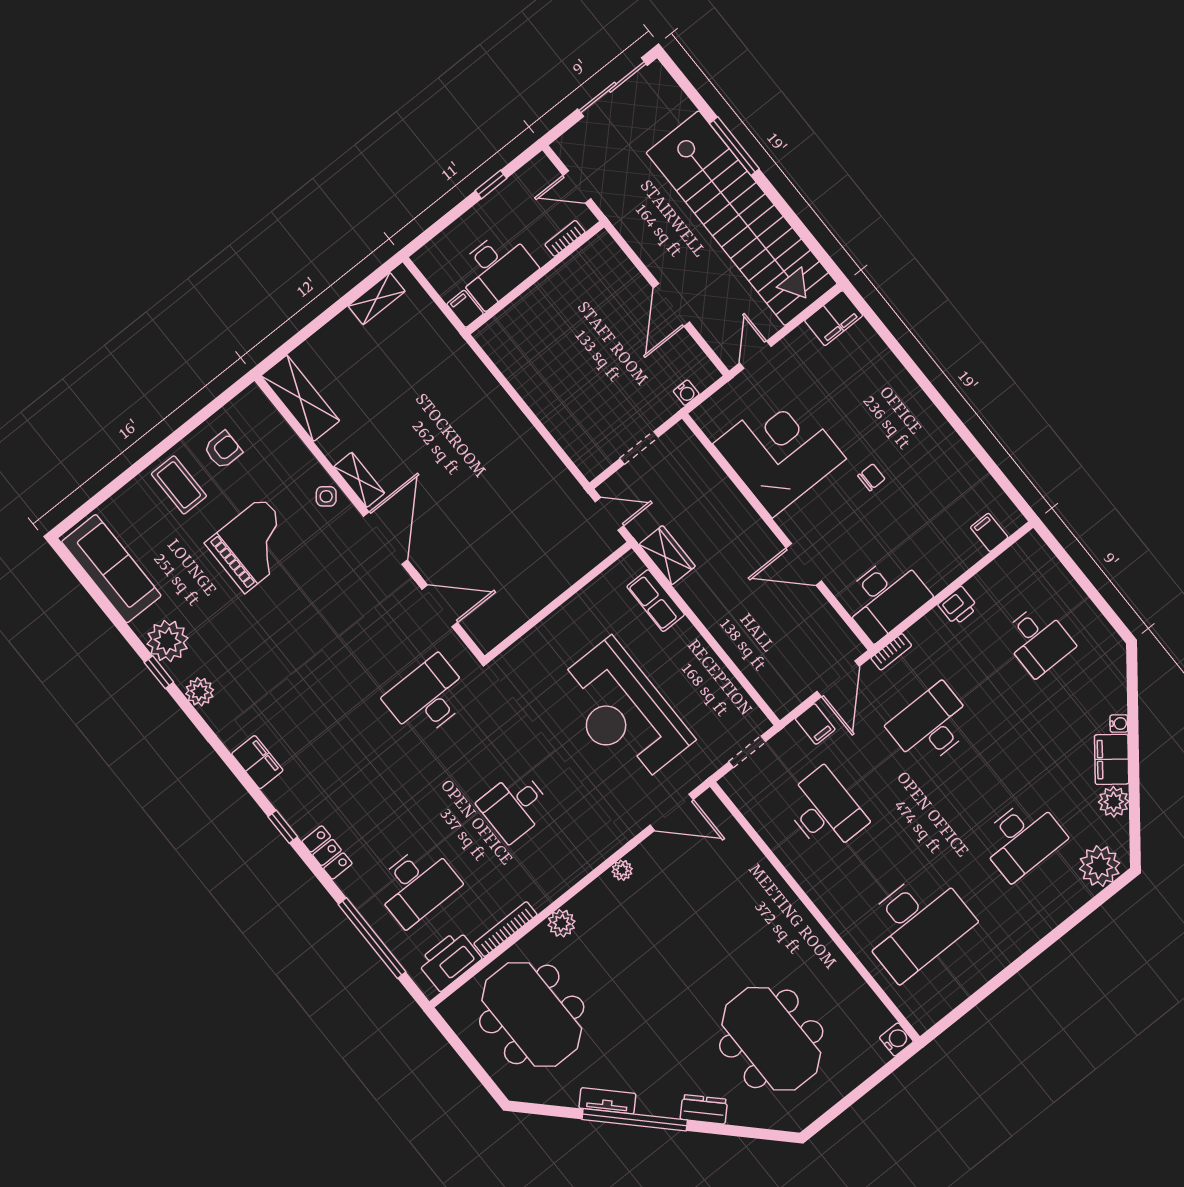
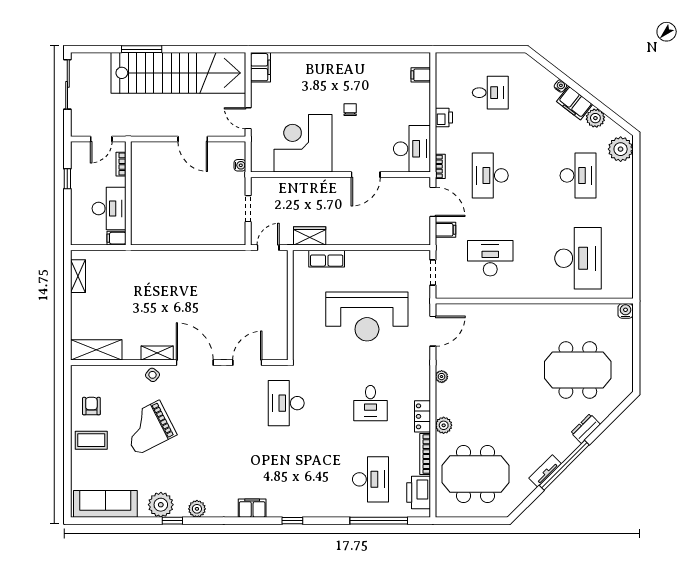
grand piano: (254, 545) -> (148, 428), turned -117
locker: (327, 853) -> (422, 416), moved, turned -90

